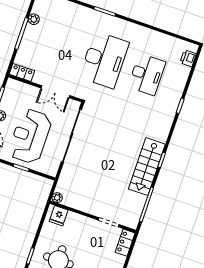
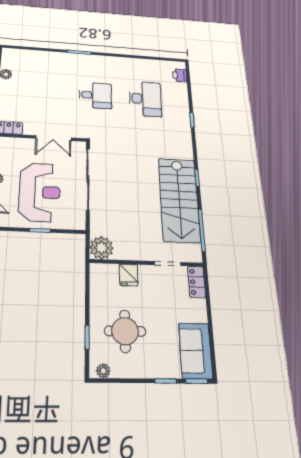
desk: (104, 60) -> (95, 95), width x0.53, depth x0.77
reception desk: (30, 136) -> (40, 192), turned 180
stairs: (147, 167) -> (179, 200), width x1.36, depth x1.51
plant: (57, 198) -> (101, 248), width x1.88, depth x1.88
fridge: (59, 216) -> (129, 275), moved

